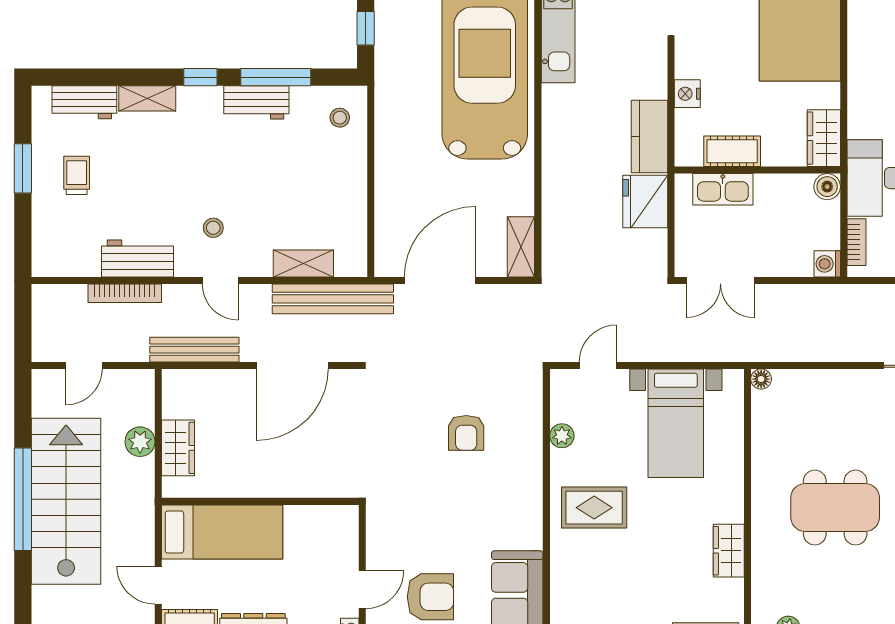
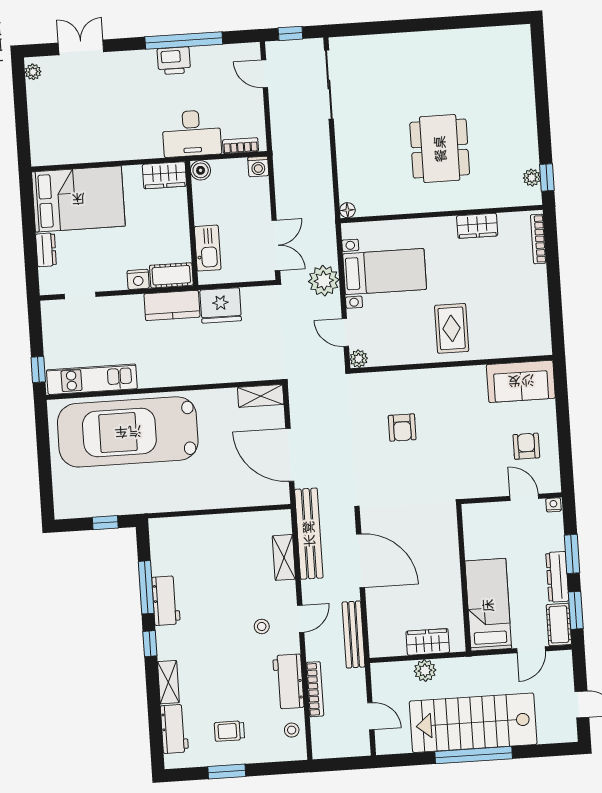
stool: (340, 118) -> (292, 730), moved
cot: (732, 151) -> (171, 275), moved, turned 90
plant: (669, 341) -> (324, 281), added
armchair: (466, 433) -> (402, 428), turned 90
plant: (562, 436) -> (359, 359), moved
armchair: (430, 597) -> (526, 446), width x0.72, depth x0.72

